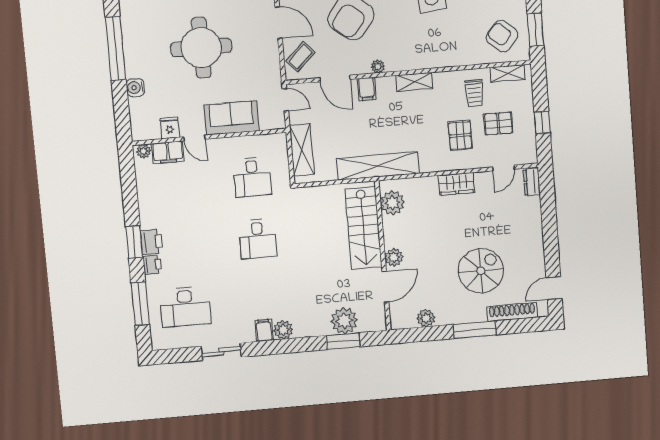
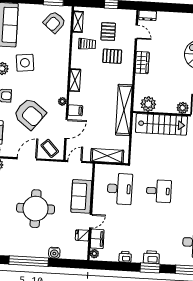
desk: (252, 177) -> (120, 189), width x1.37
printer: (152, 265) -> (125, 257), moved

